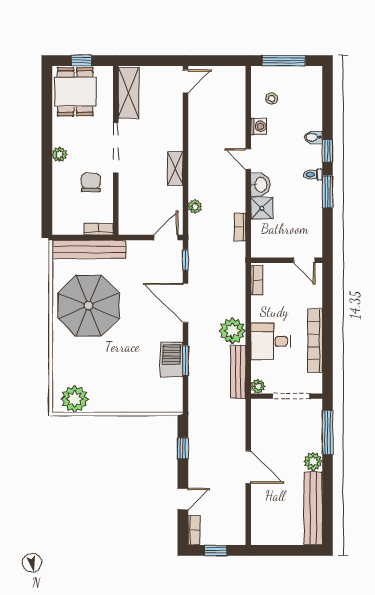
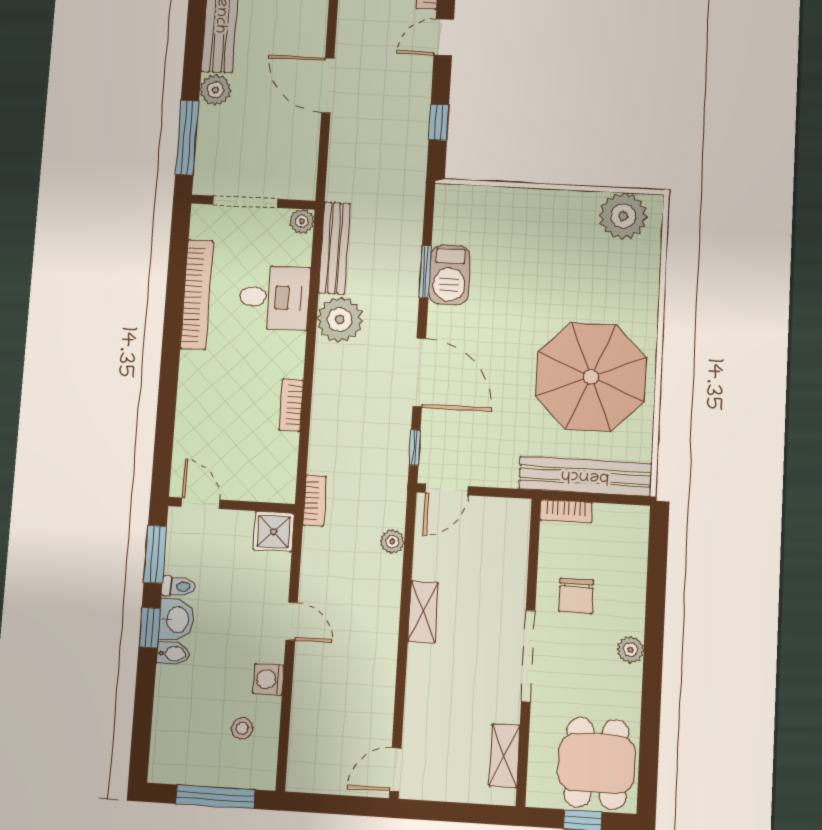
shelving: (128, 93) -> (504, 756), width x0.67, depth x0.75
washbasin: (260, 185) -> (177, 620), moved, turned 180
wall: (287, 260) -> (231, 505), moved
door: (304, 260) -> (200, 503), moved

